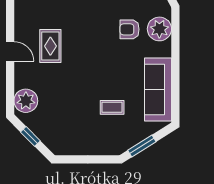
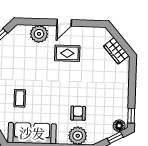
plant: (26, 101) -> (39, 34), moved

